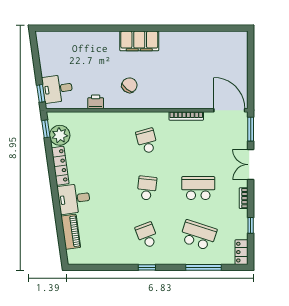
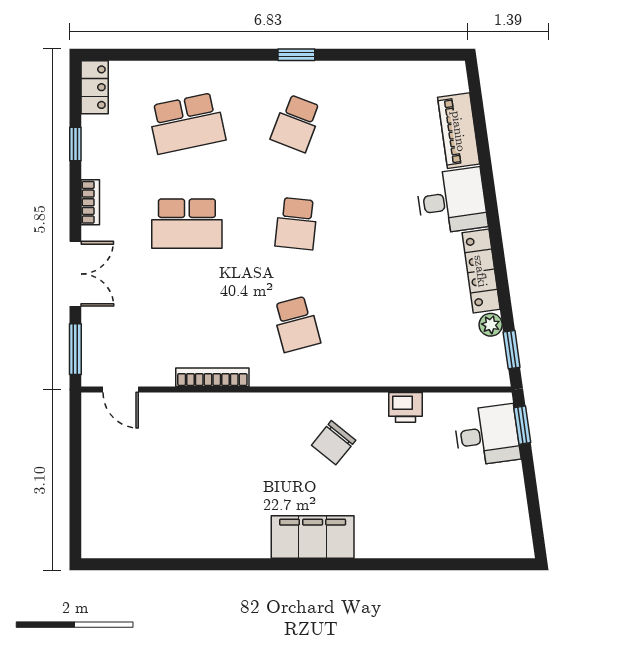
door: (229, 110) -> (121, 390), width x0.53
plant: (60, 135) -> (491, 325), width x0.53, depth x0.53
school desk: (147, 235) -> (296, 123), turned 42
school desk: (198, 235) -> (187, 123), turned -30
window: (203, 267) -> (176, 55), removed

